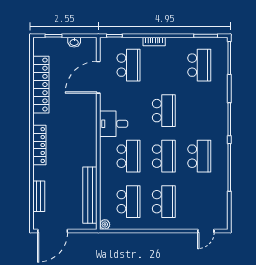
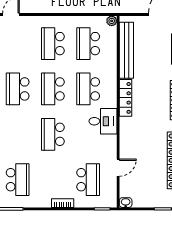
washbasin: (74, 42) -> (126, 203), moved
school desk: (128, 65) -> (88, 180), turned 180
school desk: (199, 65) -> (18, 180), turned 180
door: (98, 77) -> (118, 168), width x0.53
locker: (91, 147) -> (126, 98), added

